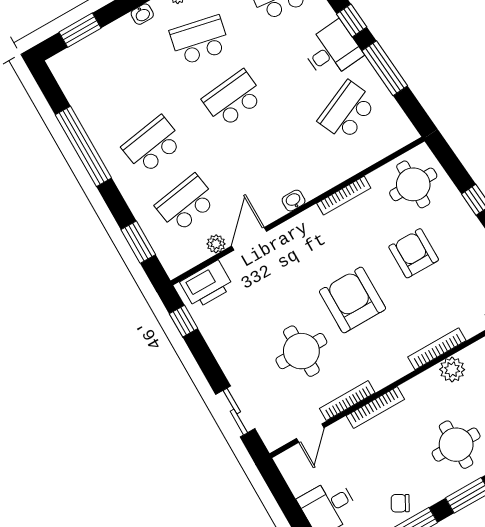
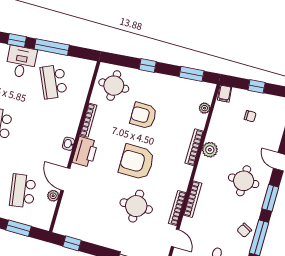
printer: (207, 285) -> (85, 152), moved

